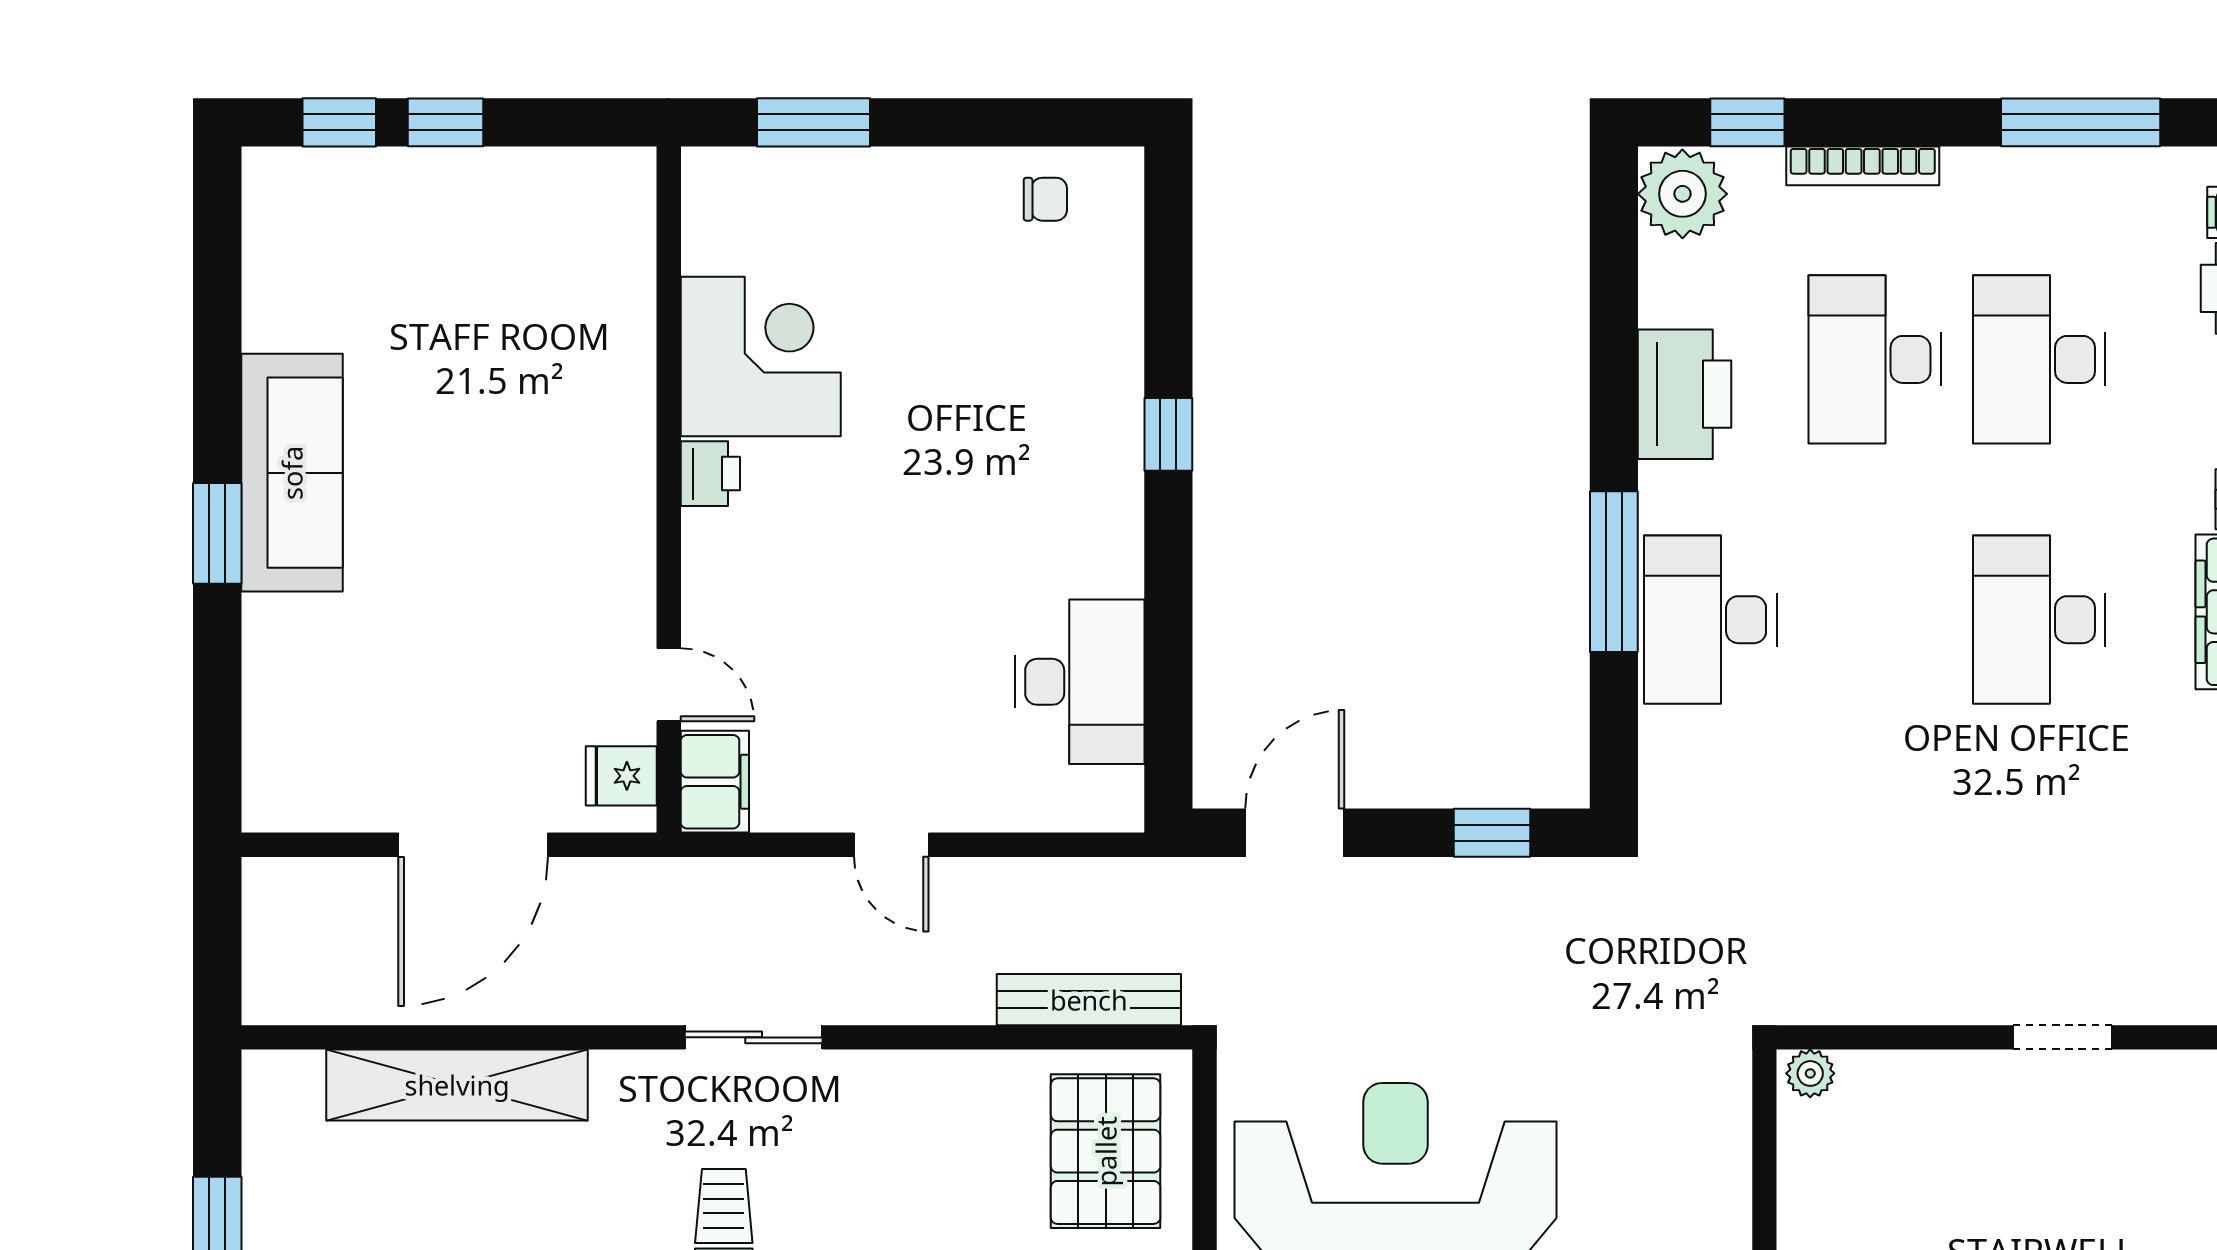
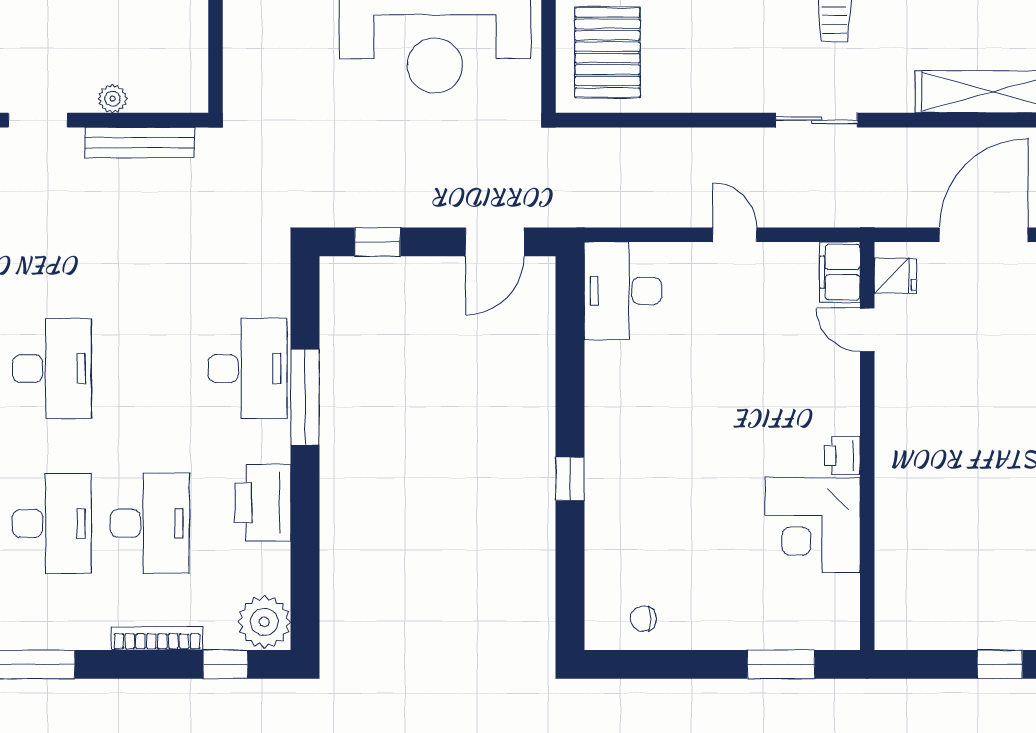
desk: (1080, 682) -> (623, 291), moved
bench: (1089, 1000) -> (139, 143), moved
plant: (1810, 1073) -> (113, 99), moved

